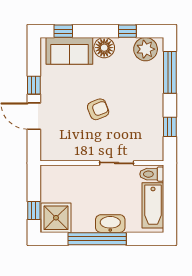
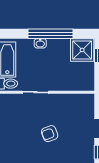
washbasin: (110, 224) -> (40, 43), width x0.52, depth x0.69

